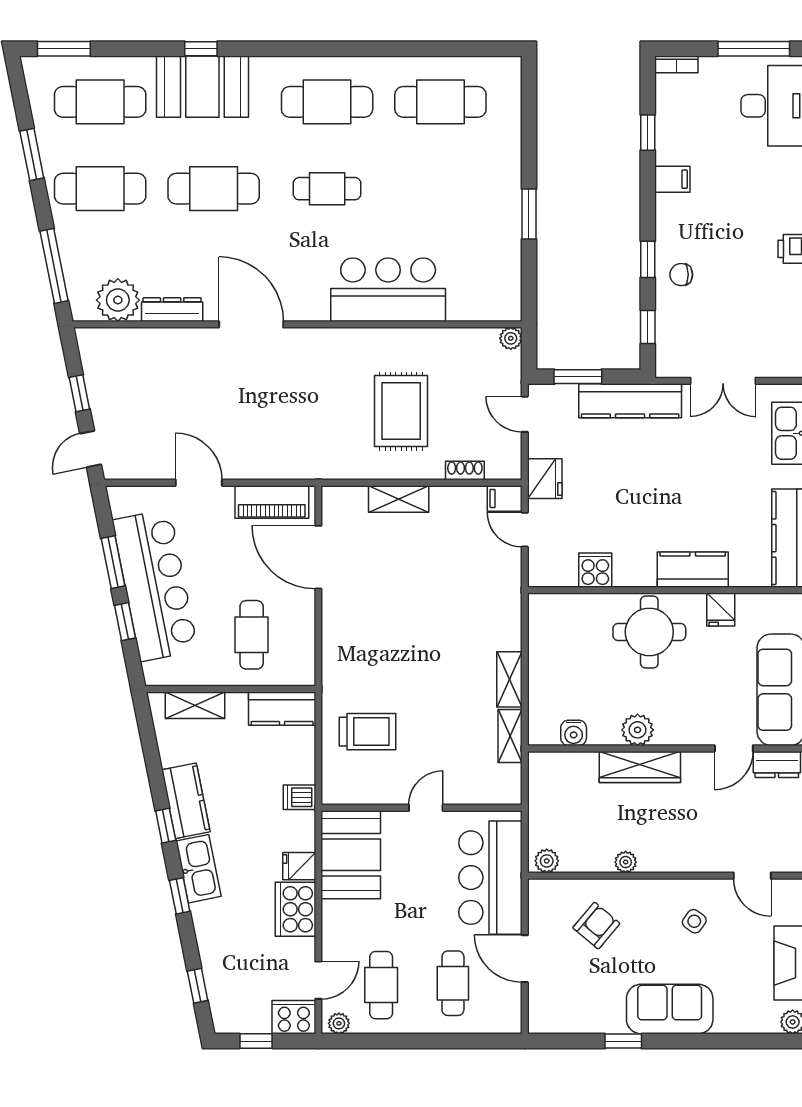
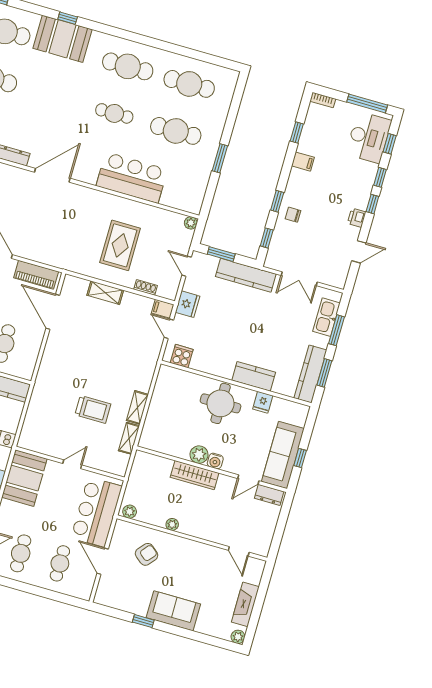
cafe table: (214, 189) -> (176, 131), moved
door: (251, 324) -> (52, 175), hinge flipped
cooker: (595, 570) -> (182, 356), moved
trolley: (367, 732) -> (93, 409), moved
water cooler: (574, 733) -> (215, 461), moved
side table: (694, 921) -> (200, 567), removed

